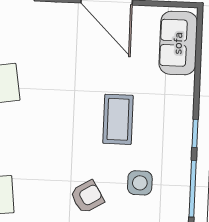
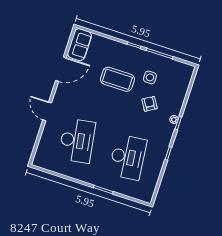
sofa: (178, 43) -> (79, 45), moved, turned -90
coffee table: (118, 119) -> (117, 79), width x1.36, depth x1.32

